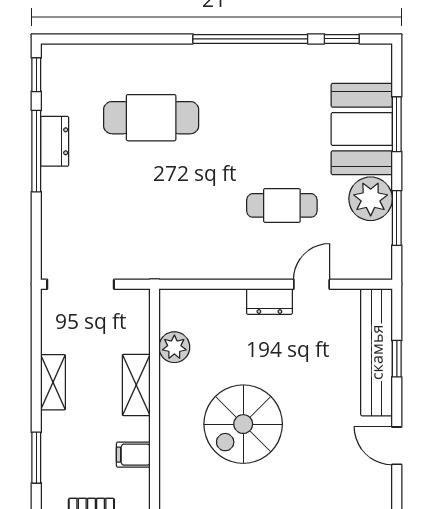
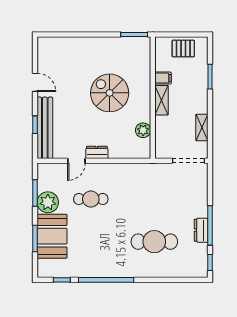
shelving: (53, 382) -> (202, 127), moved
shelving: (136, 385) -> (162, 100), moved
spiral stairs: (243, 424) -> (110, 93), turned -90

